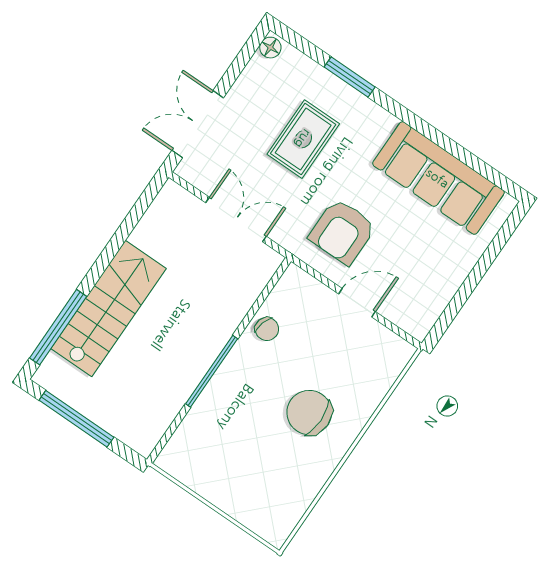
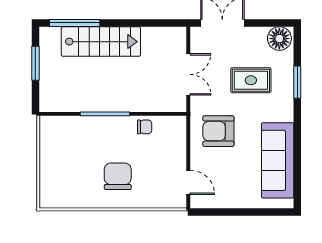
floor lamp: (270, 48) -> (279, 39), width x1.89, depth x1.89
door: (357, 303) -> (188, 182), moved
chair: (267, 329) -> (145, 127), turned -106
window: (76, 419) -> (35, 63), width x0.69

